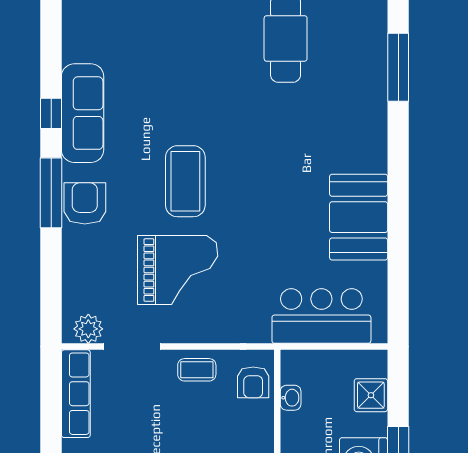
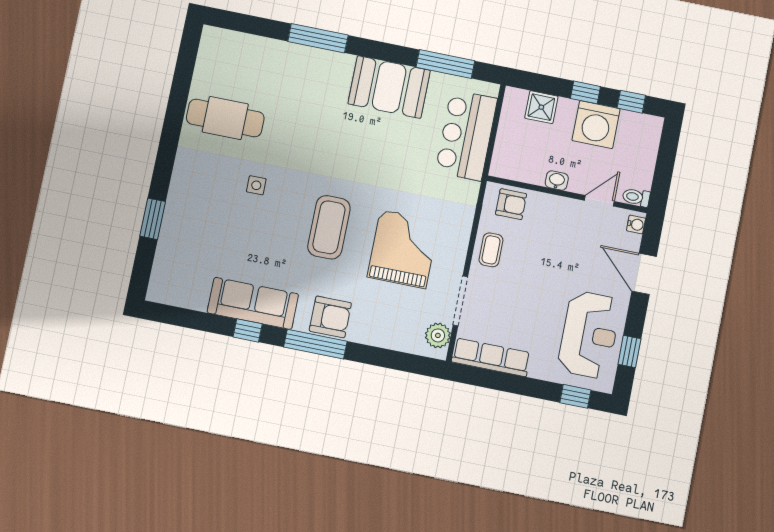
window: (398, 67) -> (318, 38), moved
side table: (216, 89) -> (256, 185), added
coffee table: (185, 181) -> (329, 227), turned 90
armchair: (85, 203) -> (330, 317), turned 180
window: (398, 276) -> (445, 64), added
washbasin: (291, 398) -> (557, 181), moved

